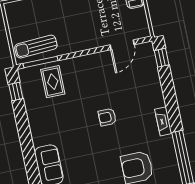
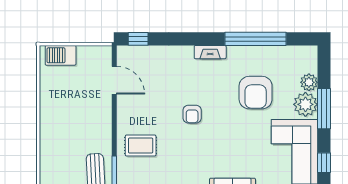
rug: (53, 82) -> (141, 146), moved

